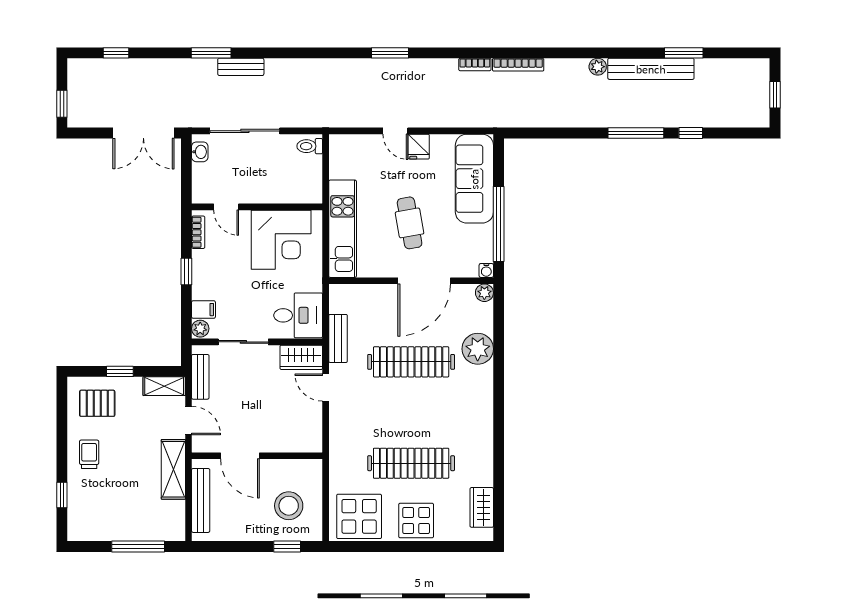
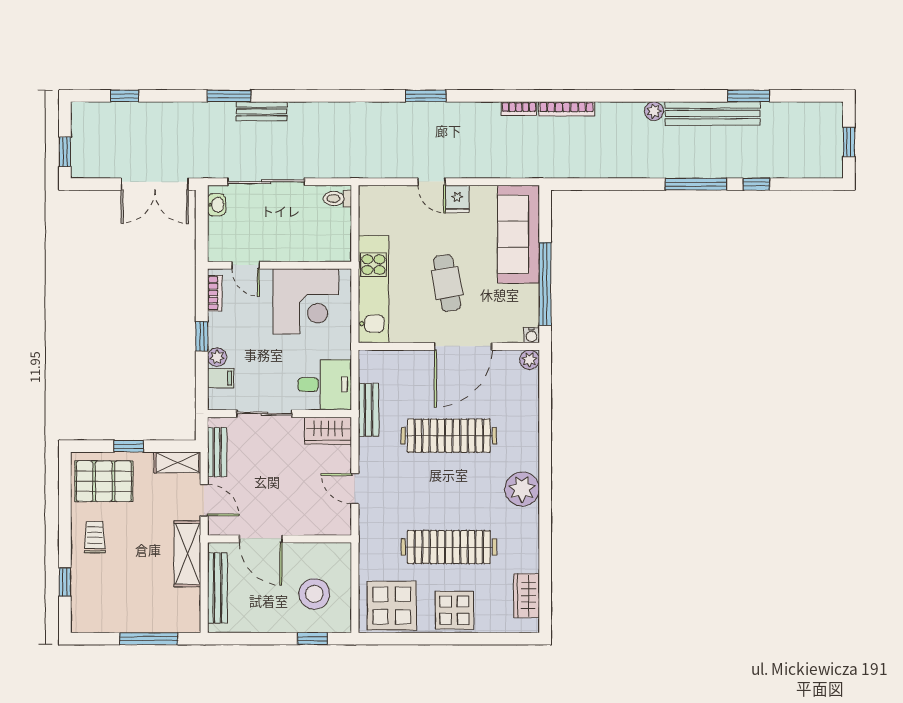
plant: (200, 329) -> (217, 357), moved
plant: (478, 349) -> (522, 489), moved
door: (326, 387) -> (355, 489), moved
pallet: (97, 403) -> (104, 481), width x1.50, depth x1.42

